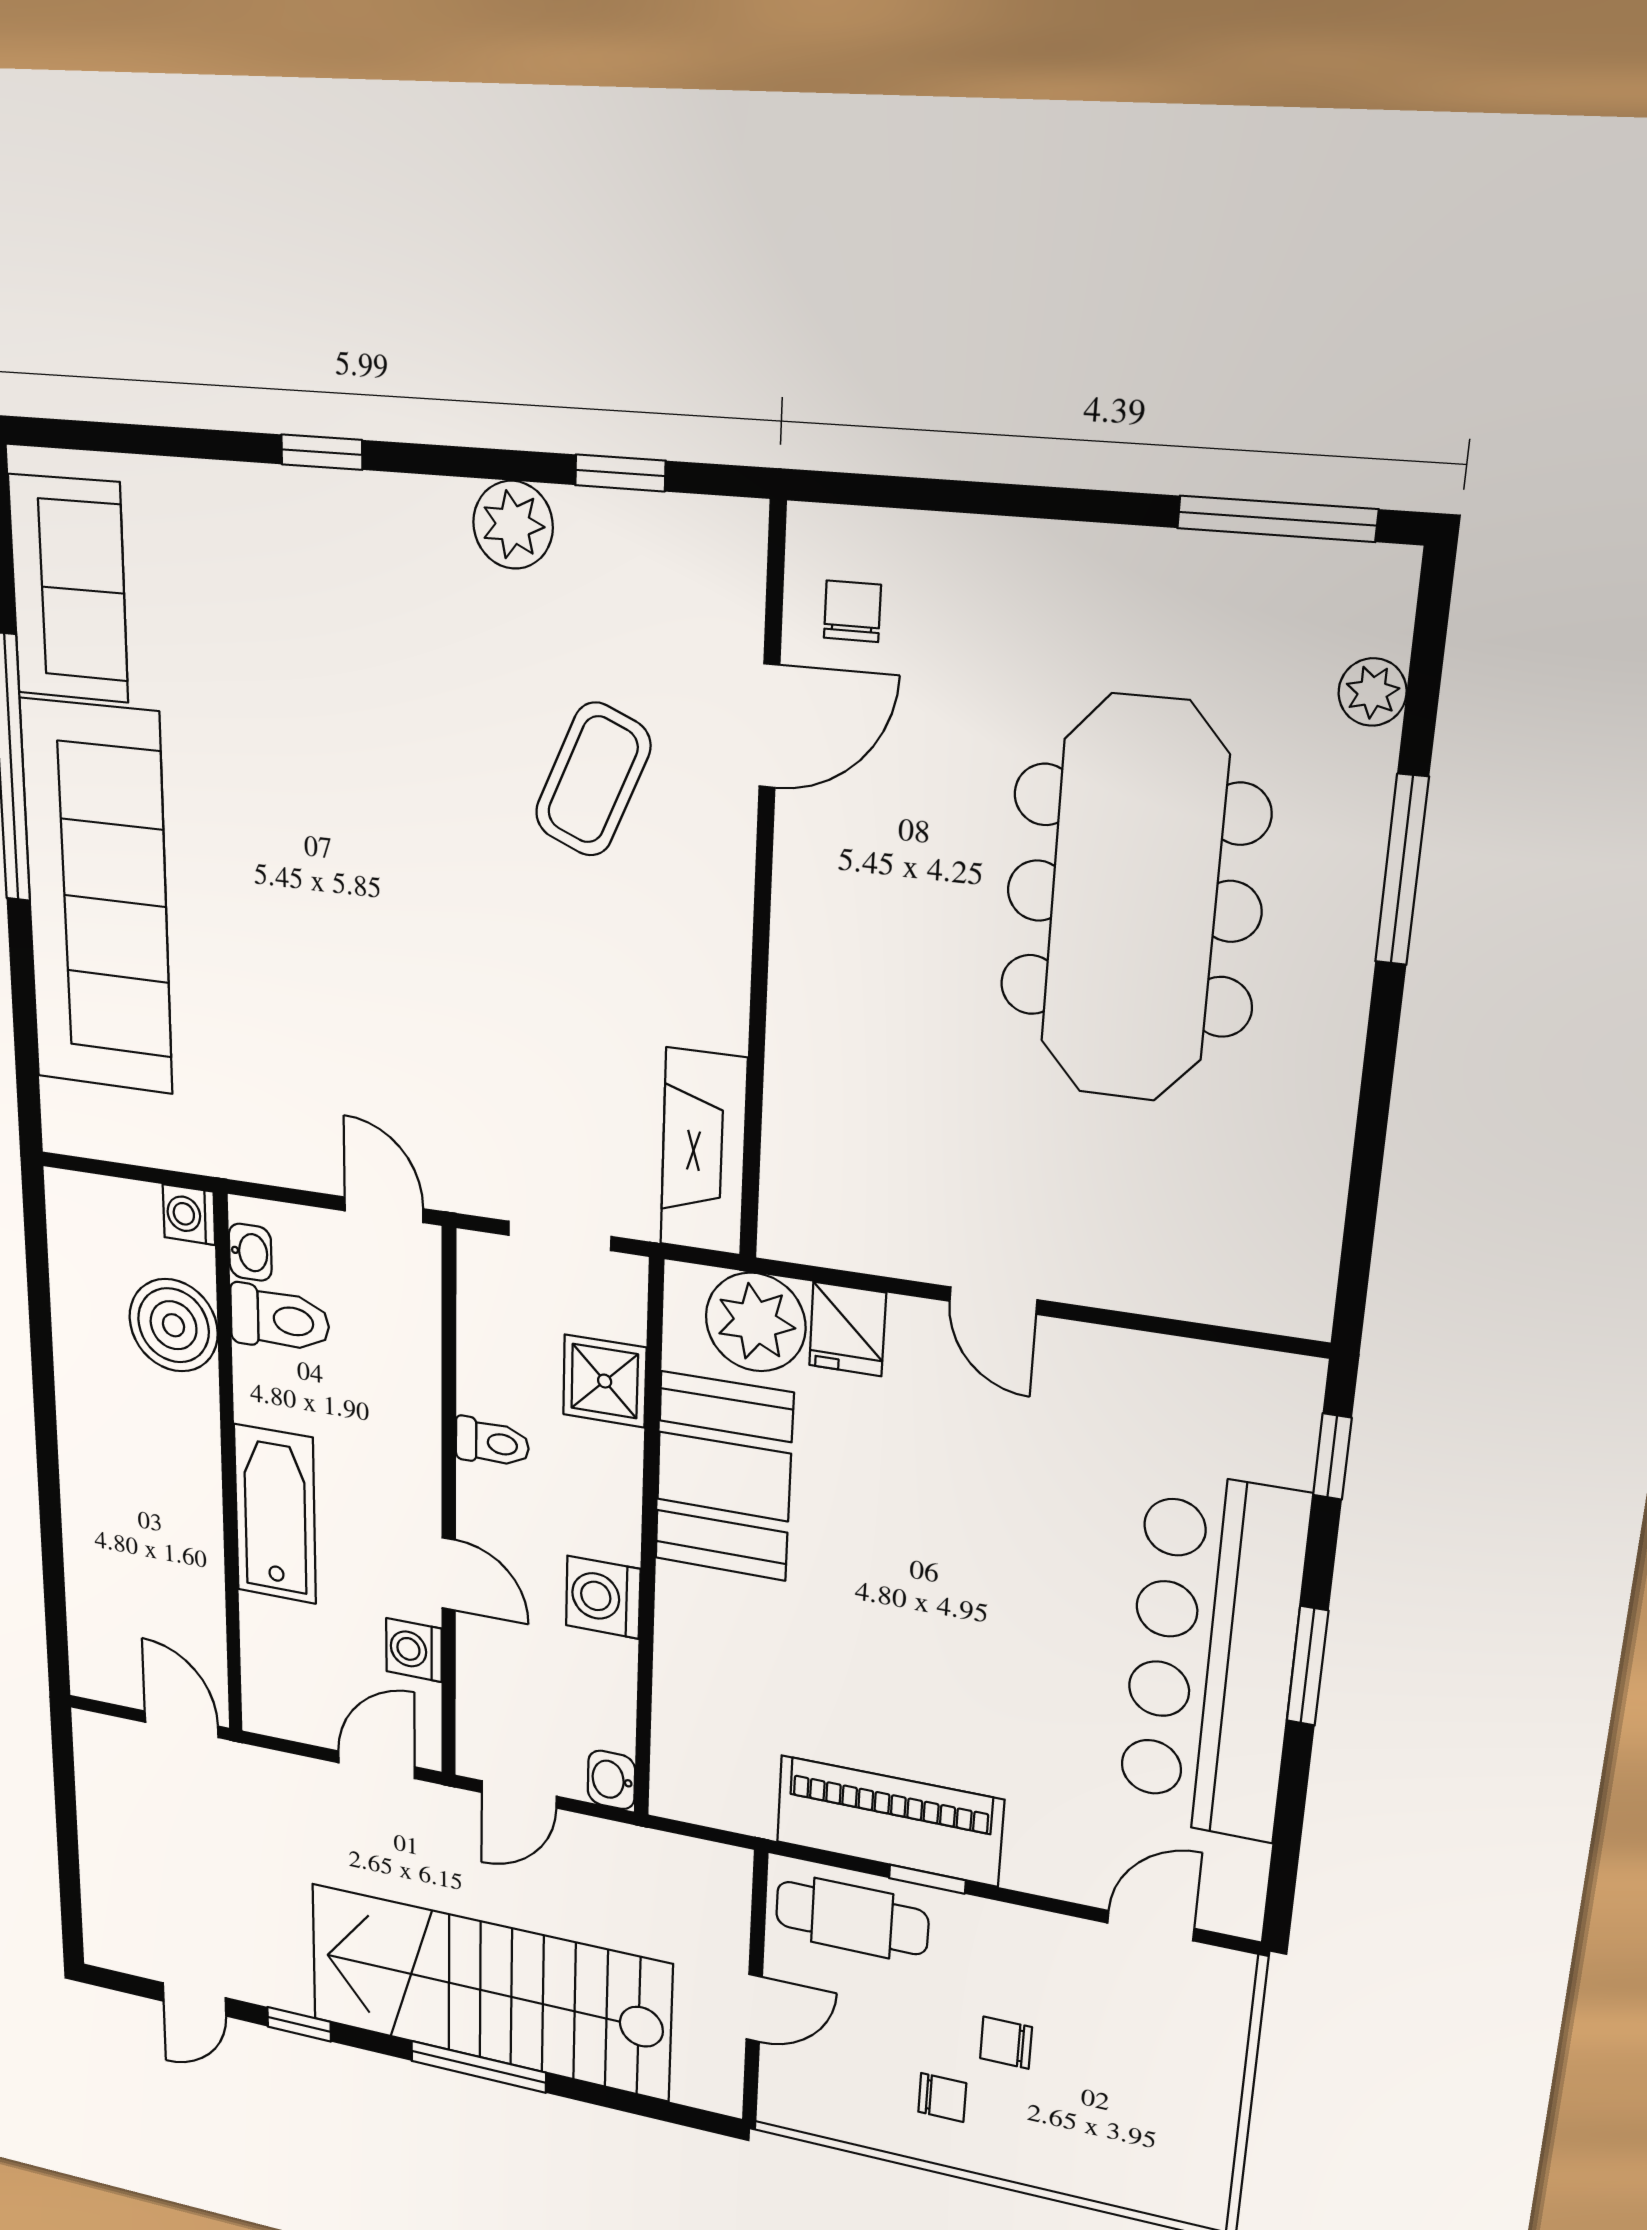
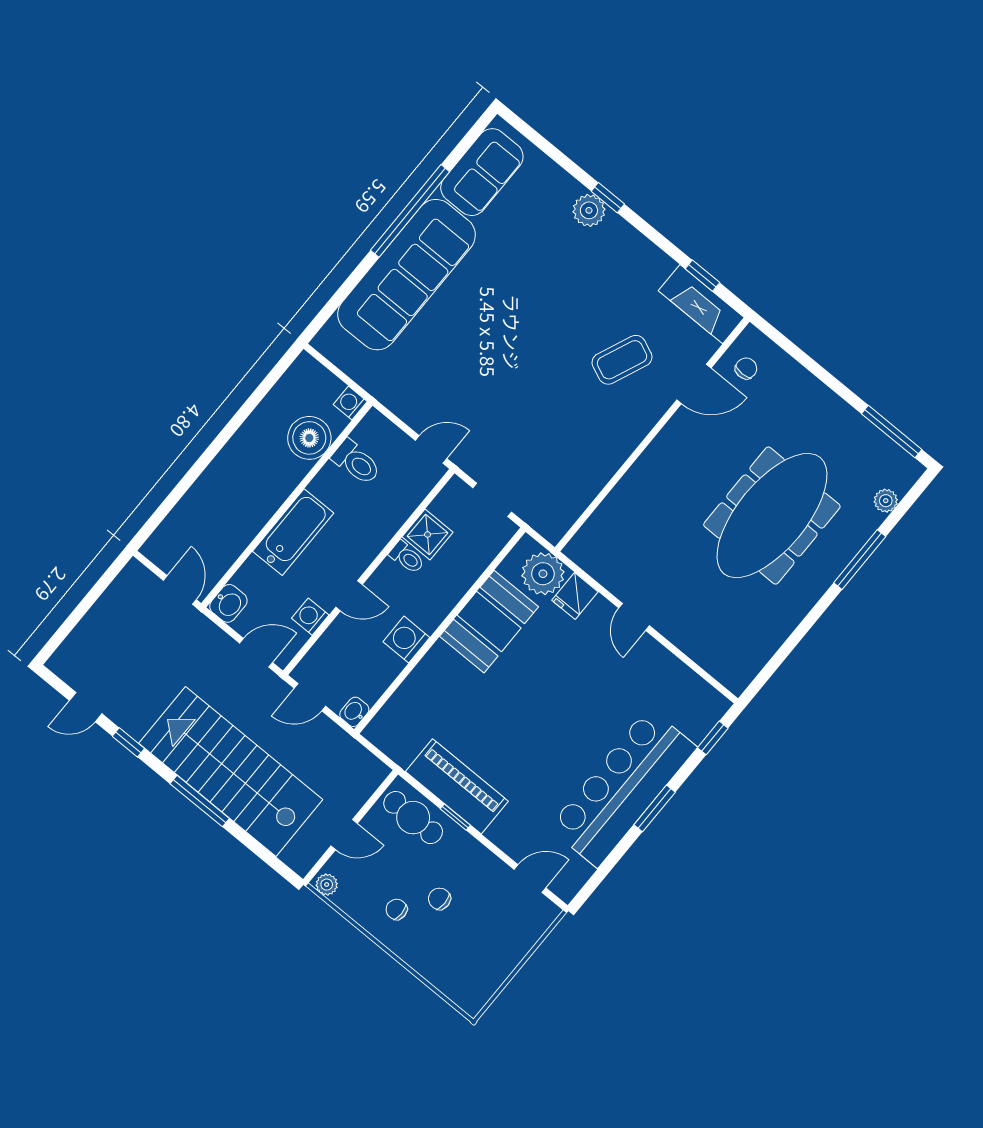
plant: (513, 525) -> (589, 210), moved
fireplace: (704, 1152) -> (701, 304), moved, turned -90
door: (384, 1210) -> (431, 449), hinge flipped
washbasin: (250, 1252) -> (228, 603), moved, width x1.38, depth x1.45
shower: (605, 1381) -> (428, 534), moved
door: (449, 1574) -> (349, 596), hinge flipped
chair: (942, 2098) -> (397, 909), turned 180
plant: (789, 2110) -> (327, 885), added

